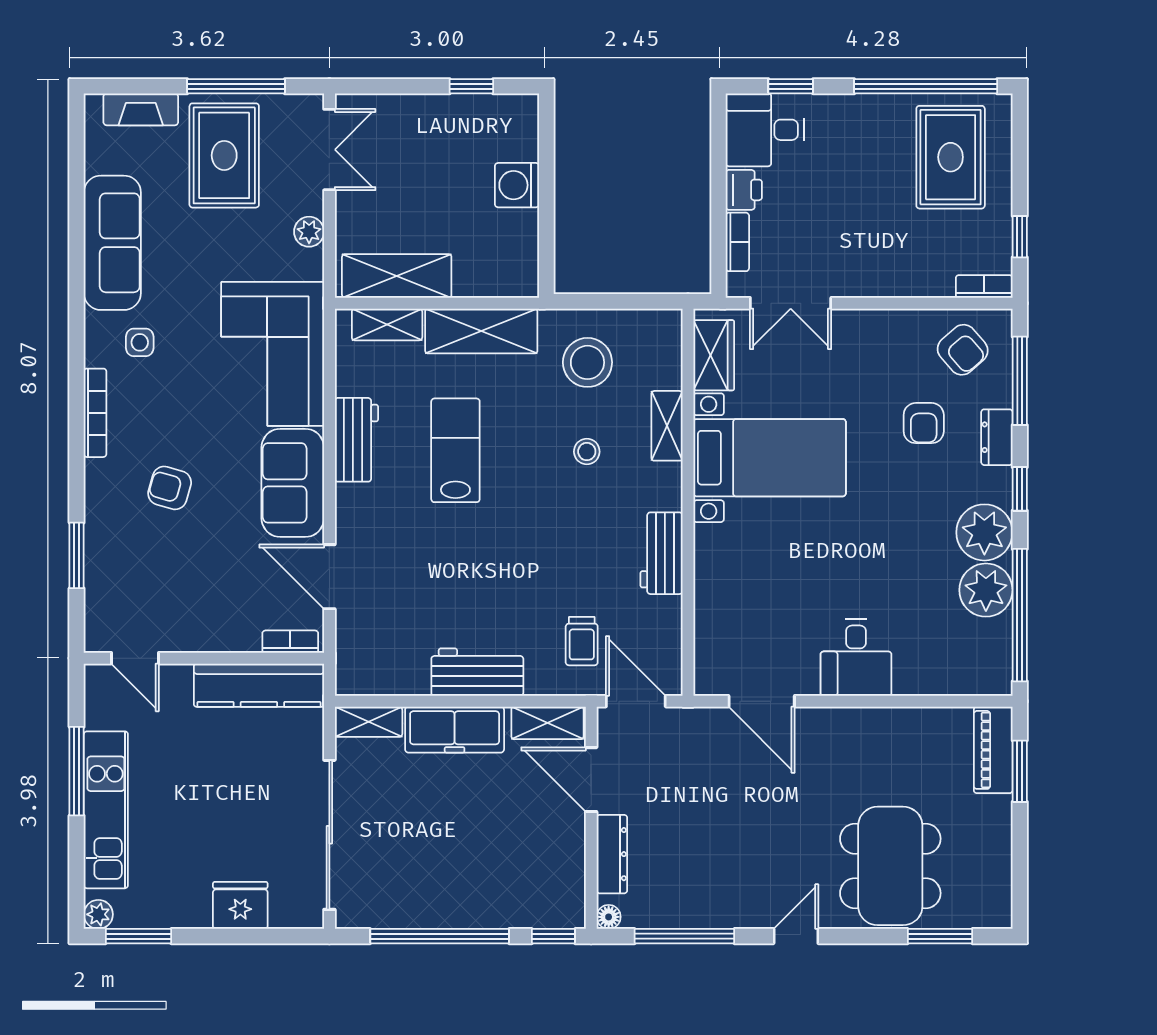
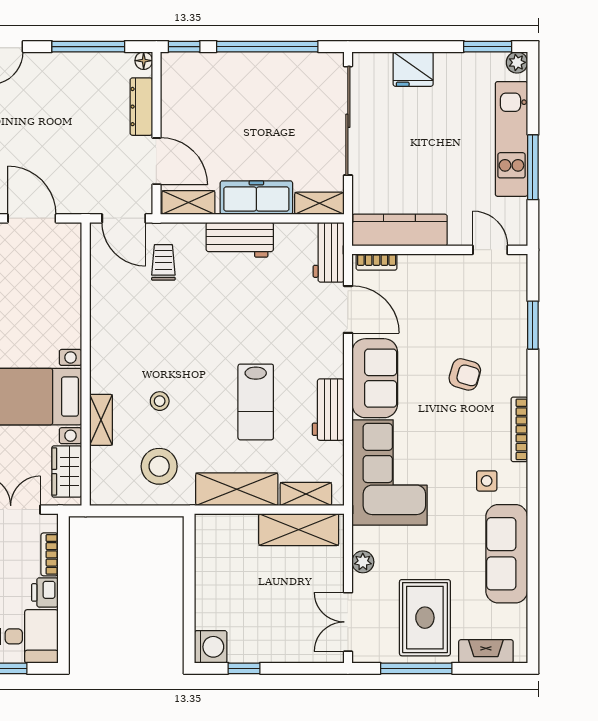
washing machine: (517, 185) -> (211, 647), moved
workbench: (662, 553) -> (329, 252), moved, turned 180

